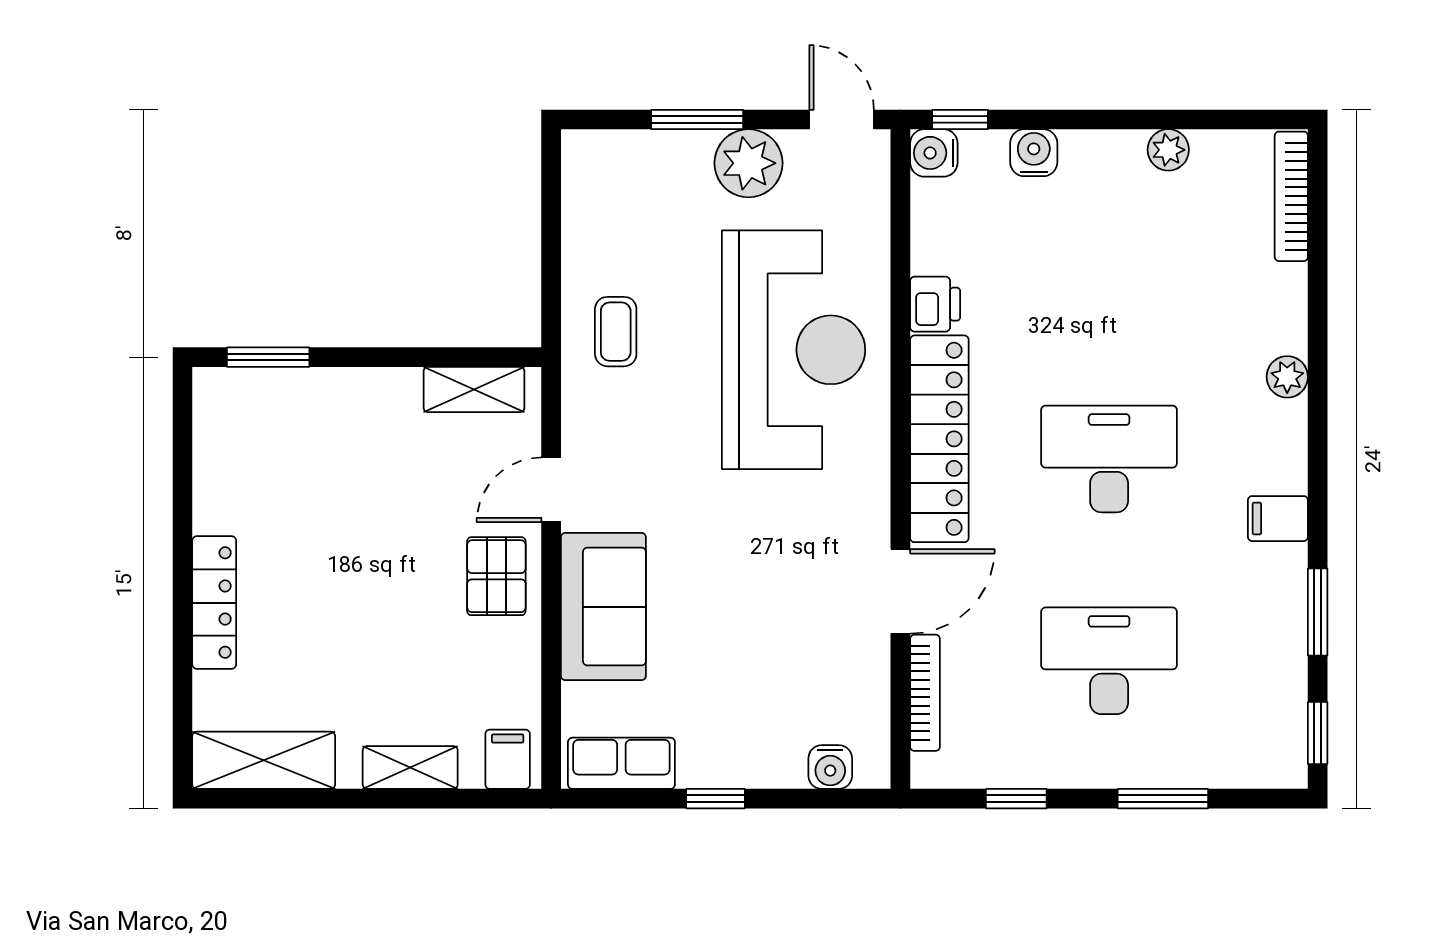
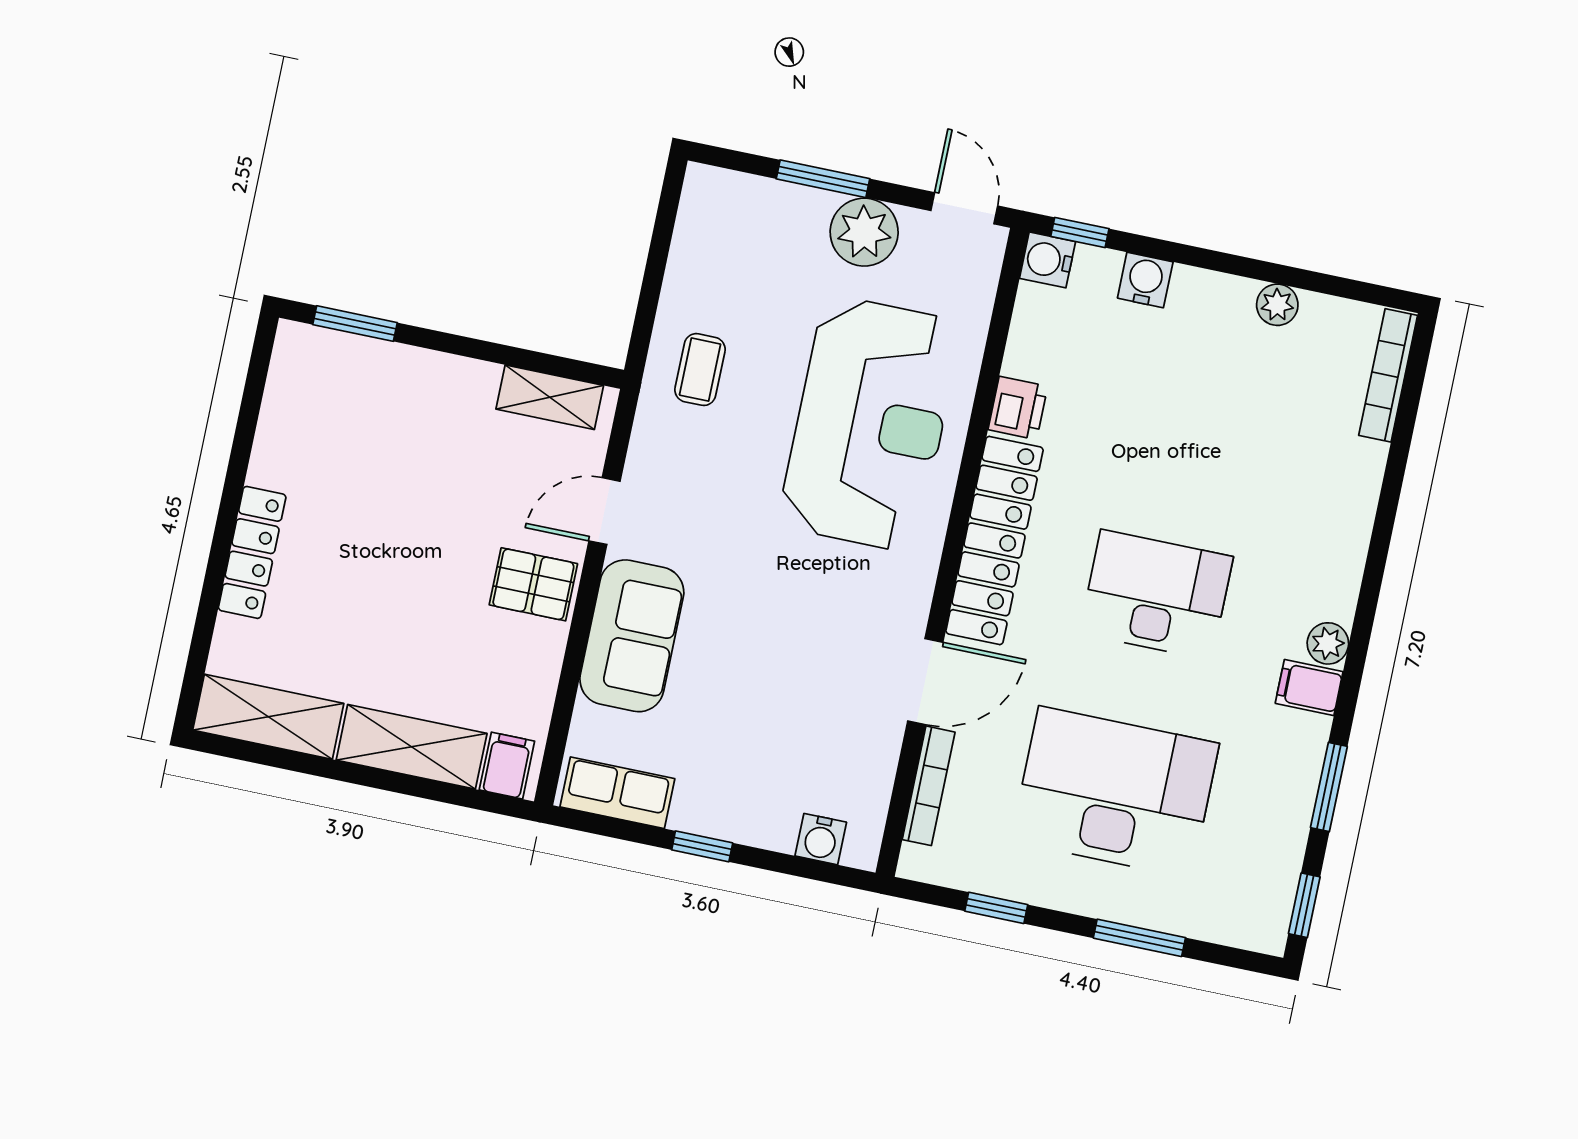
plant: (1287, 377) -> (1328, 643), moved
pallet: (496, 576) -> (533, 584), turned 90
desk: (1109, 661) -> (1115, 792), width x1.36, depth x1.30
shelving: (410, 768) -> (412, 747), width x1.50, depth x1.33

